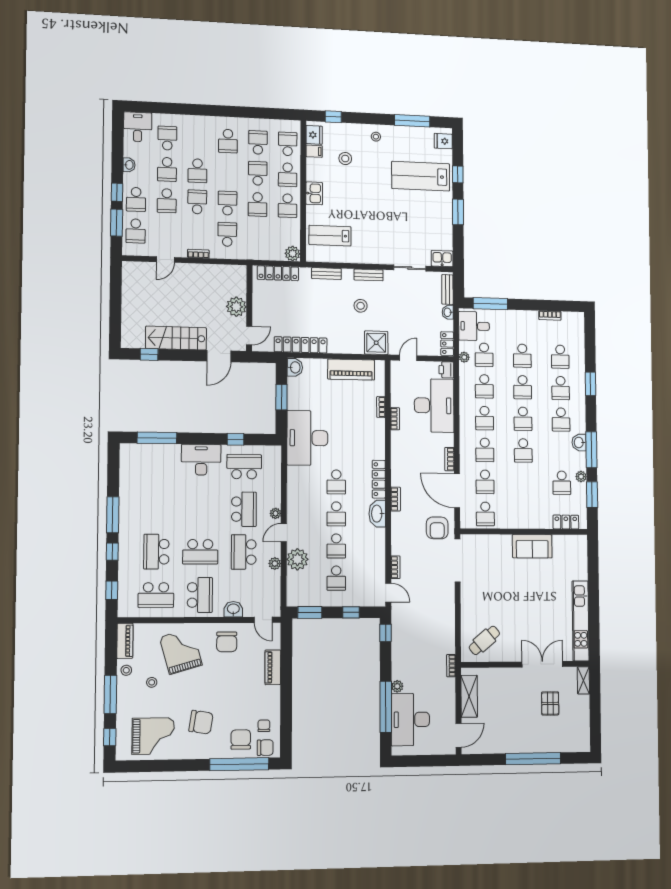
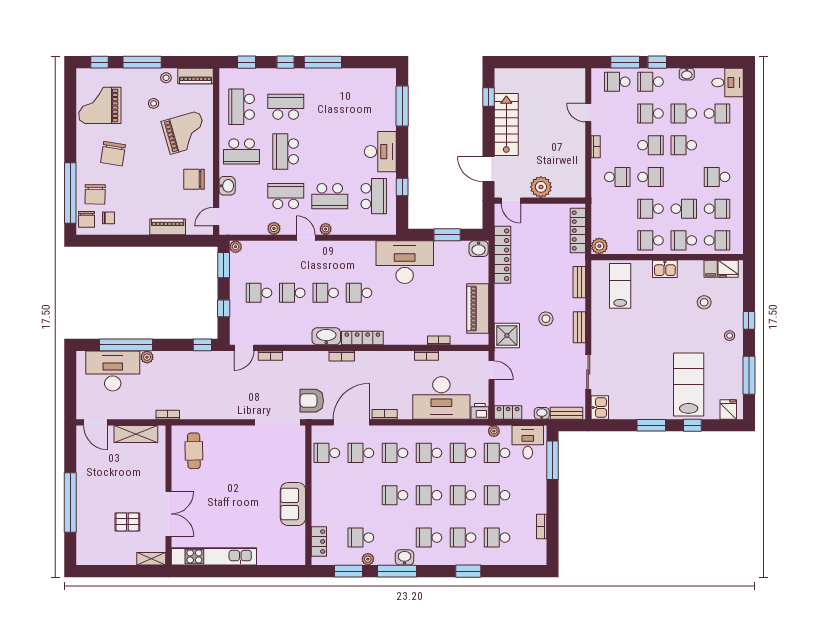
window: (333, 117) -> (749, 320), moved
plant: (297, 559) -> (236, 247), moved, width x0.53, depth x0.53
cafe table: (484, 640) -> (194, 451), turned 39
grand piano: (153, 736) -> (100, 105), turned 90
chair: (241, 739) -> (95, 194), turned 91

